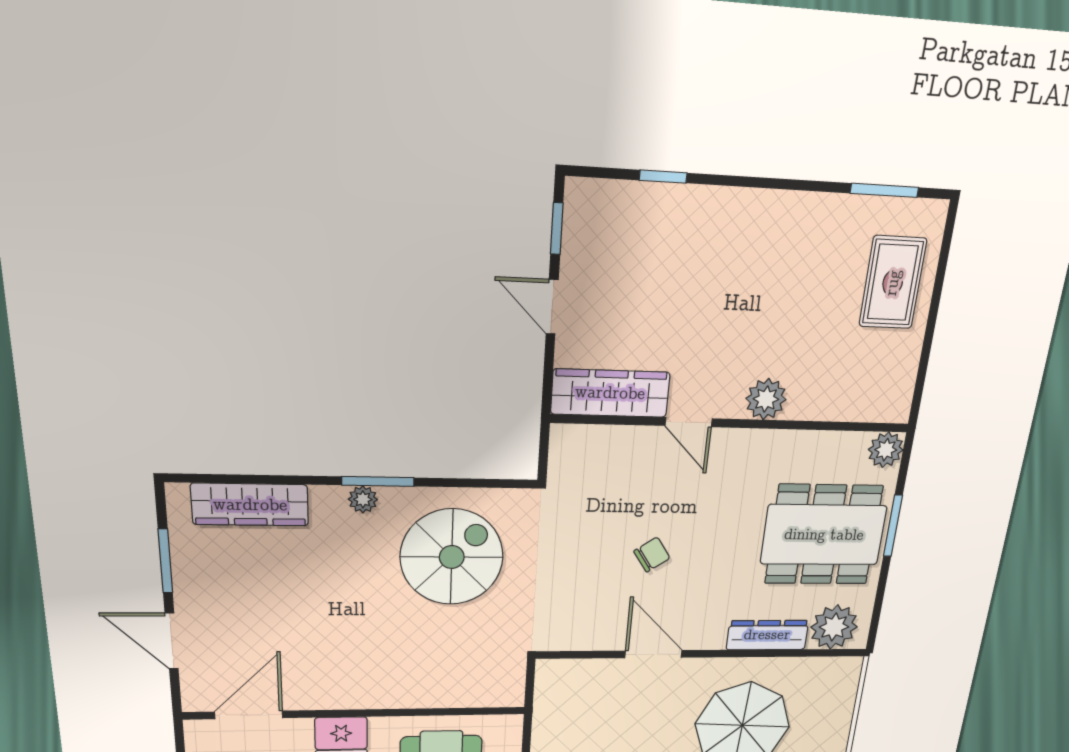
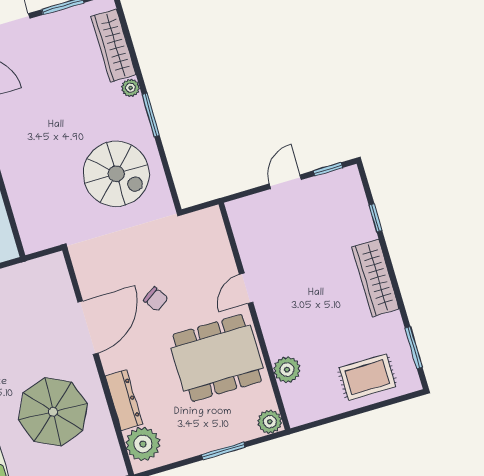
wardrobe: (610, 393) -> (375, 278), moved, turned 180
plant: (766, 399) -> (287, 370), moved
plant: (363, 499) -> (130, 88), moved
dining table: (824, 535) -> (217, 358), moved, turned 90
door: (653, 654) -> (88, 328), width x1.36

